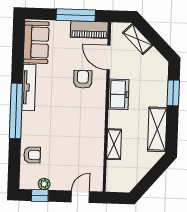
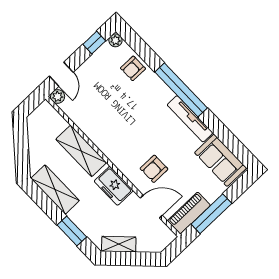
shelving: (138, 39) -> (119, 244), moved
armchair: (83, 79) -> (154, 169), turned 90
shelving: (114, 144) -> (81, 151), width x1.50, depth x1.33
plant: (44, 184) -> (115, 40), moved
plant: (97, 185) -> (58, 96), added

